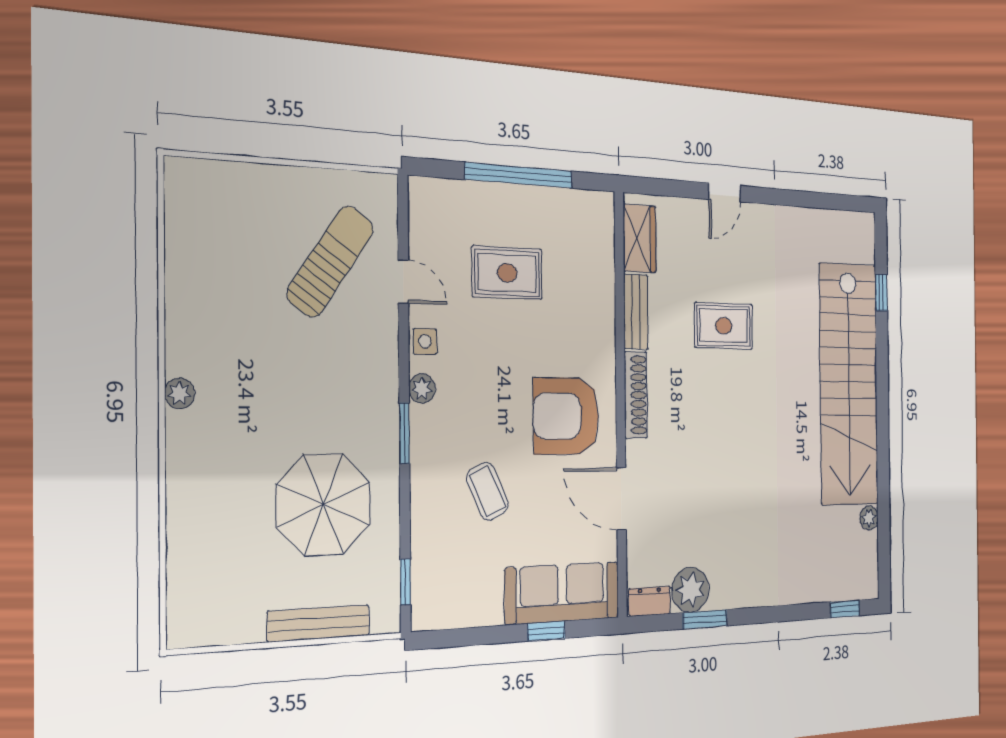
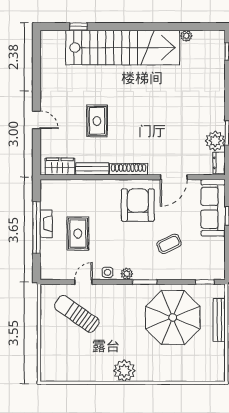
fireplace: (527, 198) -> (46, 224), added
plant: (180, 393) -> (124, 371), width x1.87, depth x1.87
armchair: (566, 416) -> (138, 205), turned 180
parasol: (324, 505) -> (173, 318), width x1.36, depth x1.36

